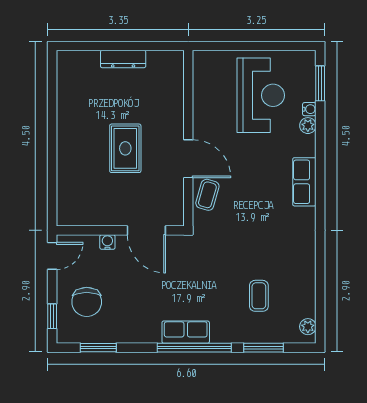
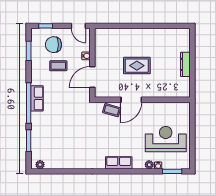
reception desk: (261, 95) -> (166, 139), turned 180
coffee table: (259, 296) -> (58, 66), moved

